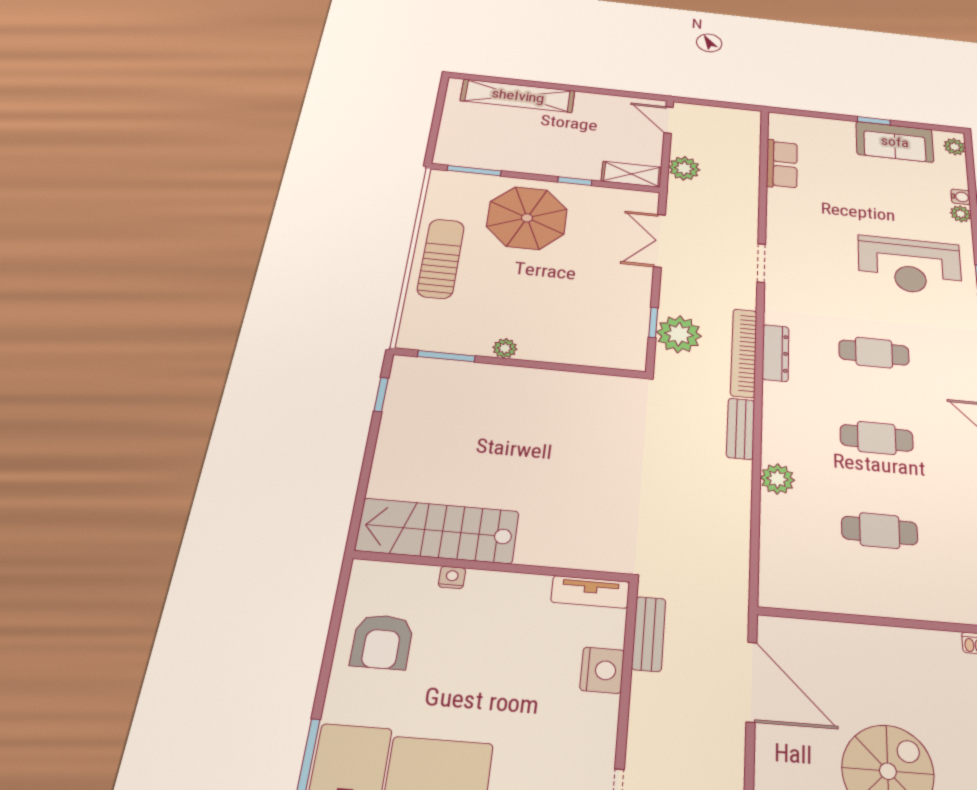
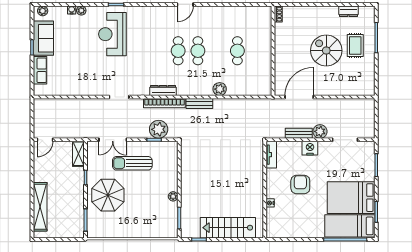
row of seats: (782, 164) -> (40, 70), moved, turned 90
plant: (684, 168) -> (320, 131), moved
sun lounger: (441, 258) -> (132, 163), moved
reception desk: (910, 265) -> (112, 34), turned 180
cafe table: (874, 353) -> (178, 51), moved
stairs: (438, 531) -> (228, 228), moved, turned 90
bench: (649, 634) -> (299, 133), moved
armchair: (382, 642) -> (300, 184), moved, turned -90
nightstand: (602, 670) -> (310, 148), moved

